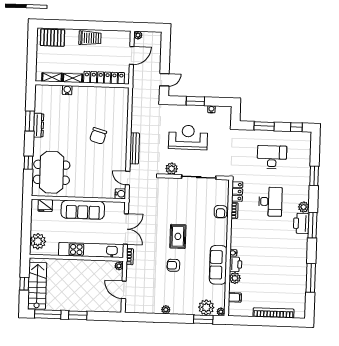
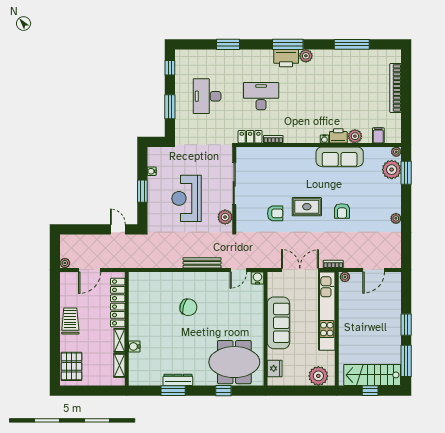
door: (132, 55) -> (90, 270), swing flipped
plant: (304, 207) -> (306, 56), moved
armchair: (221, 212) -> (275, 213), moved

